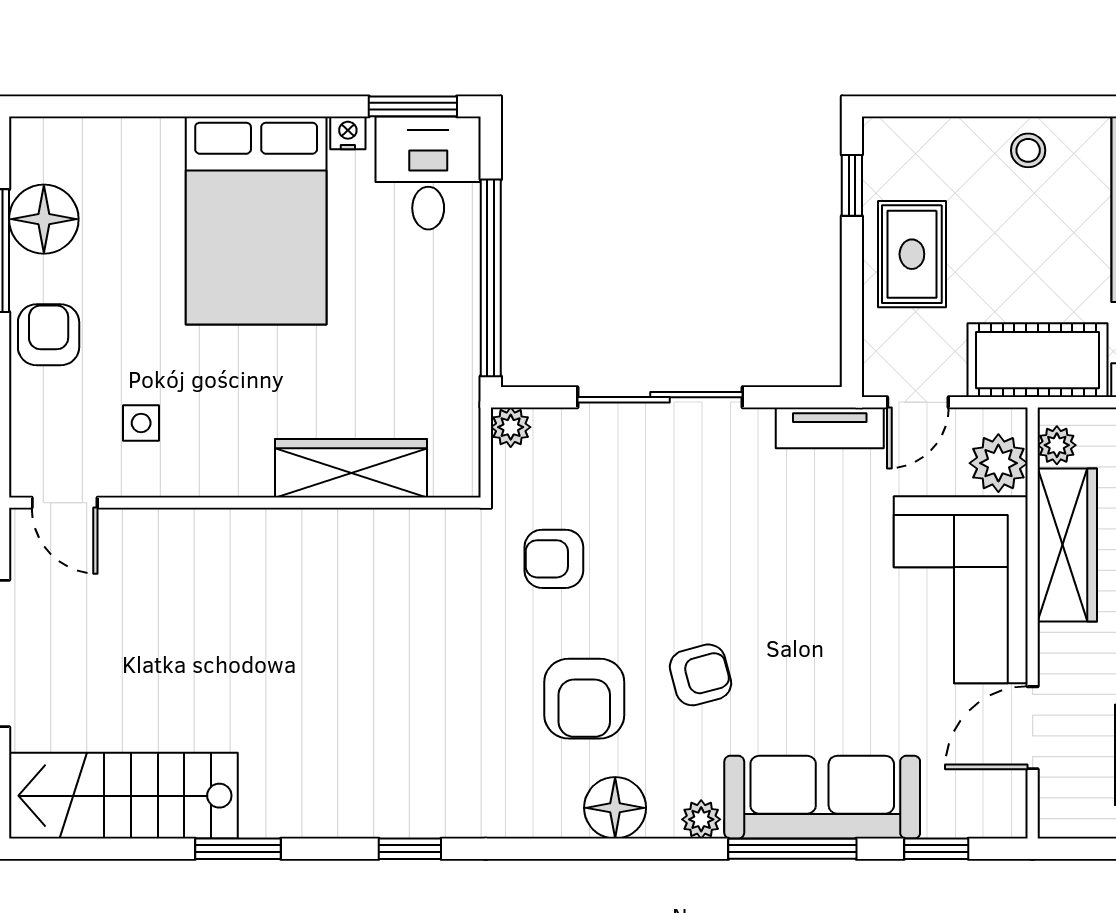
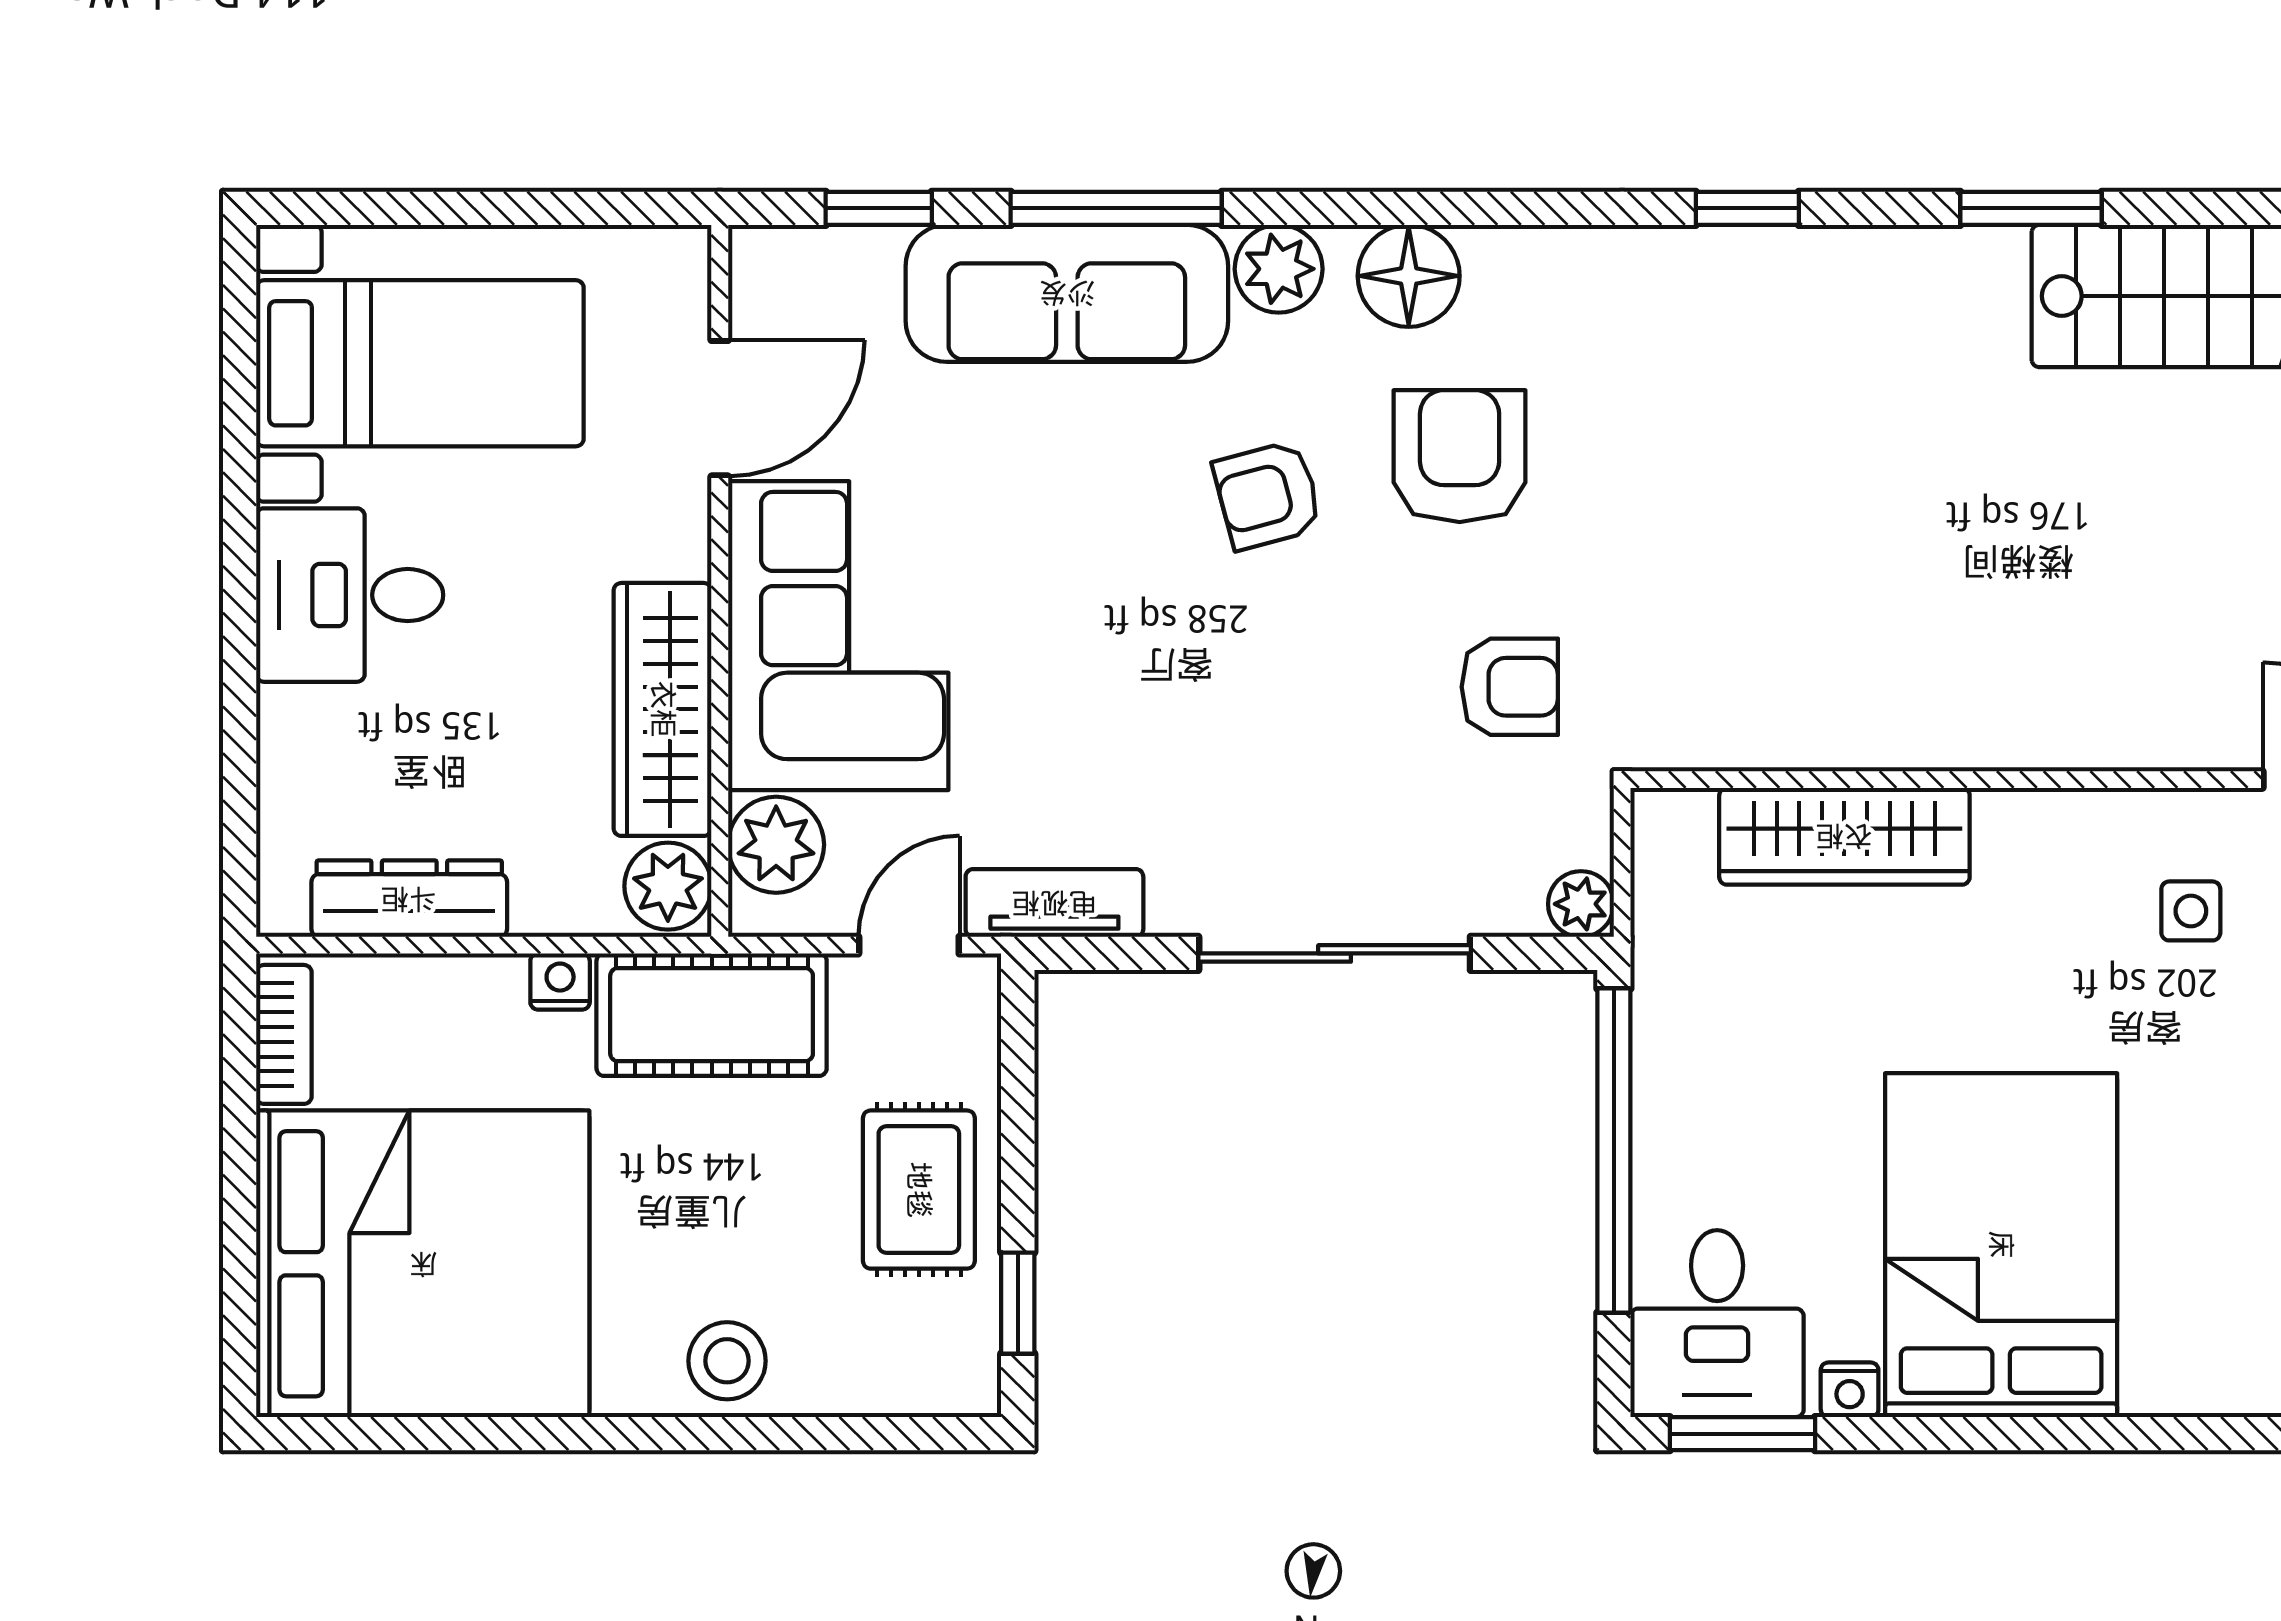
stool: (1028, 150) -> (727, 1361), width x1.37, depth x1.37
plant: (1057, 445) -> (668, 886), width x1.38, depth x1.38
plant: (701, 819) -> (1279, 269), width x1.38, depth x1.38

